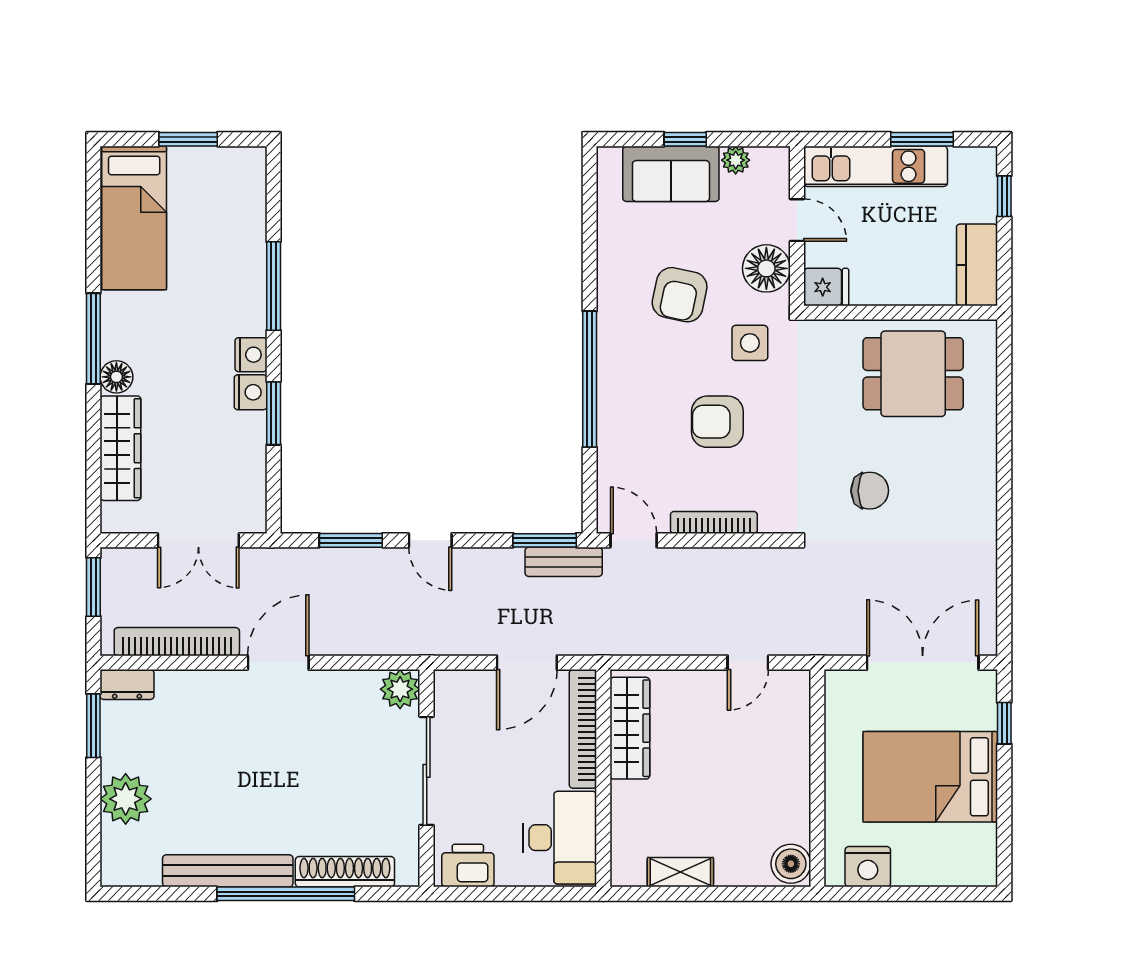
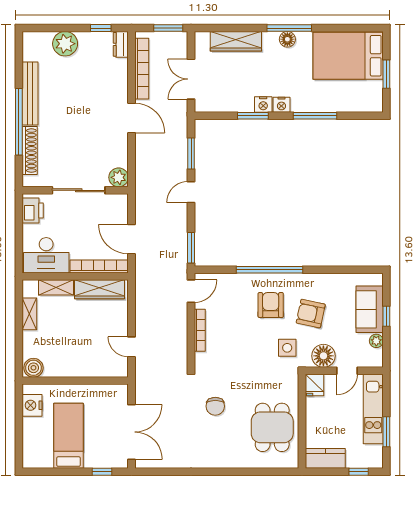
bed: (134, 218) -> (348, 56), width x1.50
floor lamp: (116, 377) -> (287, 39), moved
armchair: (717, 422) -> (271, 305), moved
bench: (564, 562) -> (181, 257), removed
window: (93, 726) -> (101, 28), width x0.67
bed: (930, 777) -> (69, 436), width x0.67
shelving: (626, 817) -> (56, 287), added

